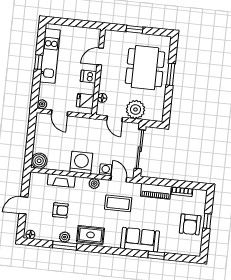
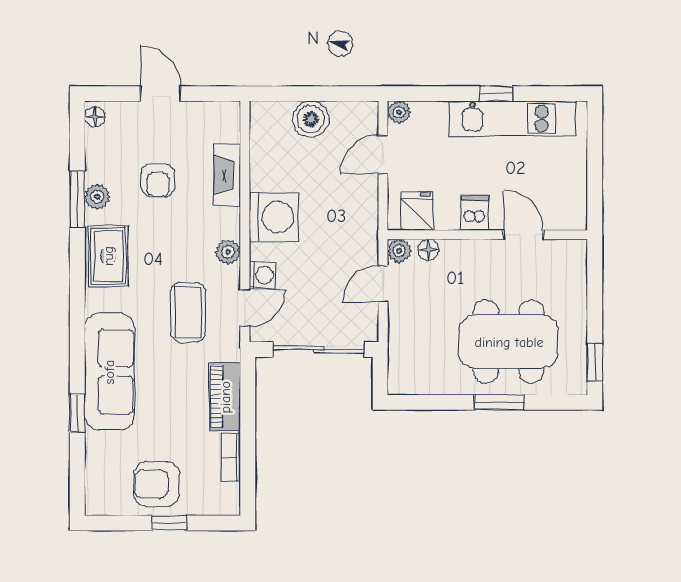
window: (135, 29) -> (595, 362), moved
plant: (135, 110) -> (399, 251), moved, width x0.53, depth x0.53
boiler: (39, 161) -> (311, 119), moved
sofa: (140, 240) -> (109, 372), width x1.36

